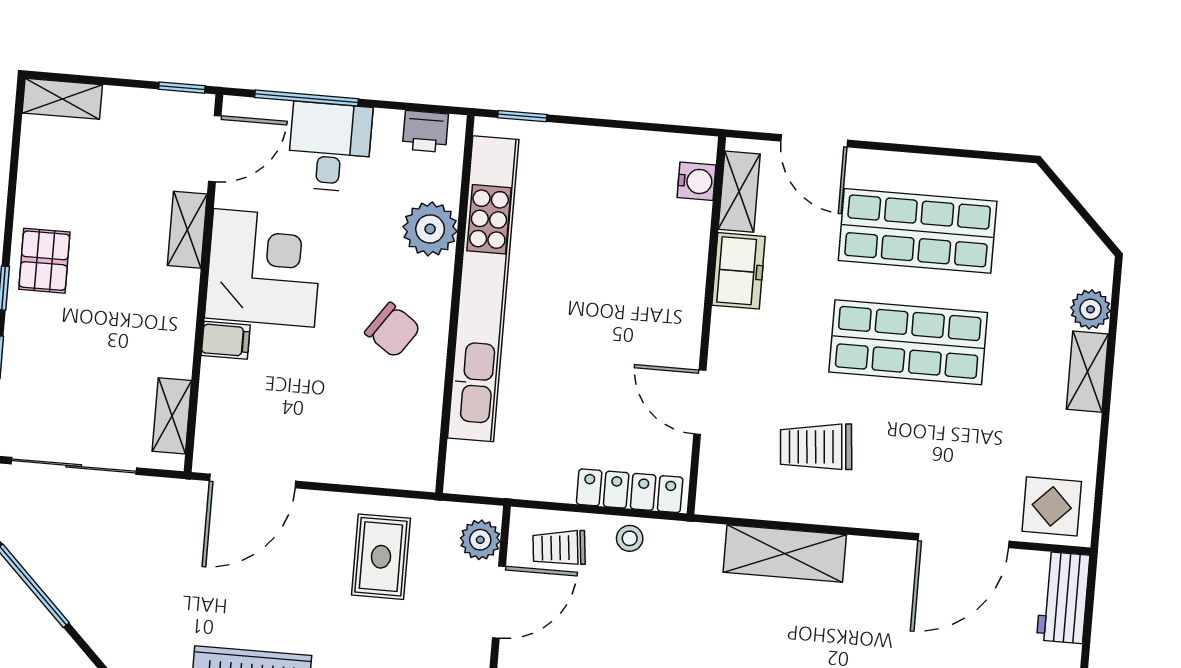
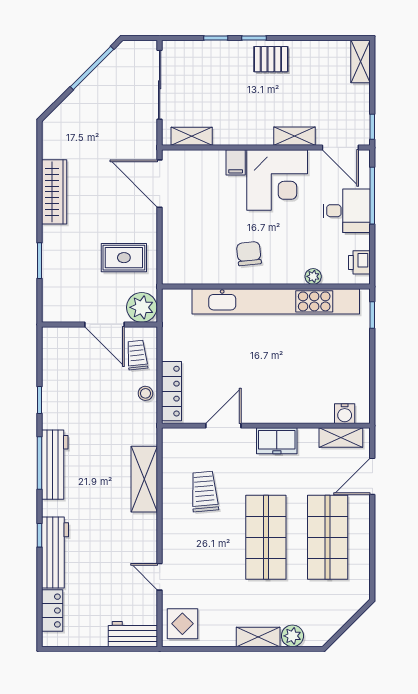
plant: (430, 229) -> (313, 276), width x0.53, depth x0.53
freezer: (739, 271) -> (277, 441), moved
chair: (393, 330) -> (249, 254), turned 139
plant: (480, 540) -> (142, 307), width x1.36, depth x1.36
door: (963, 541) -> (160, 577), width x0.53

